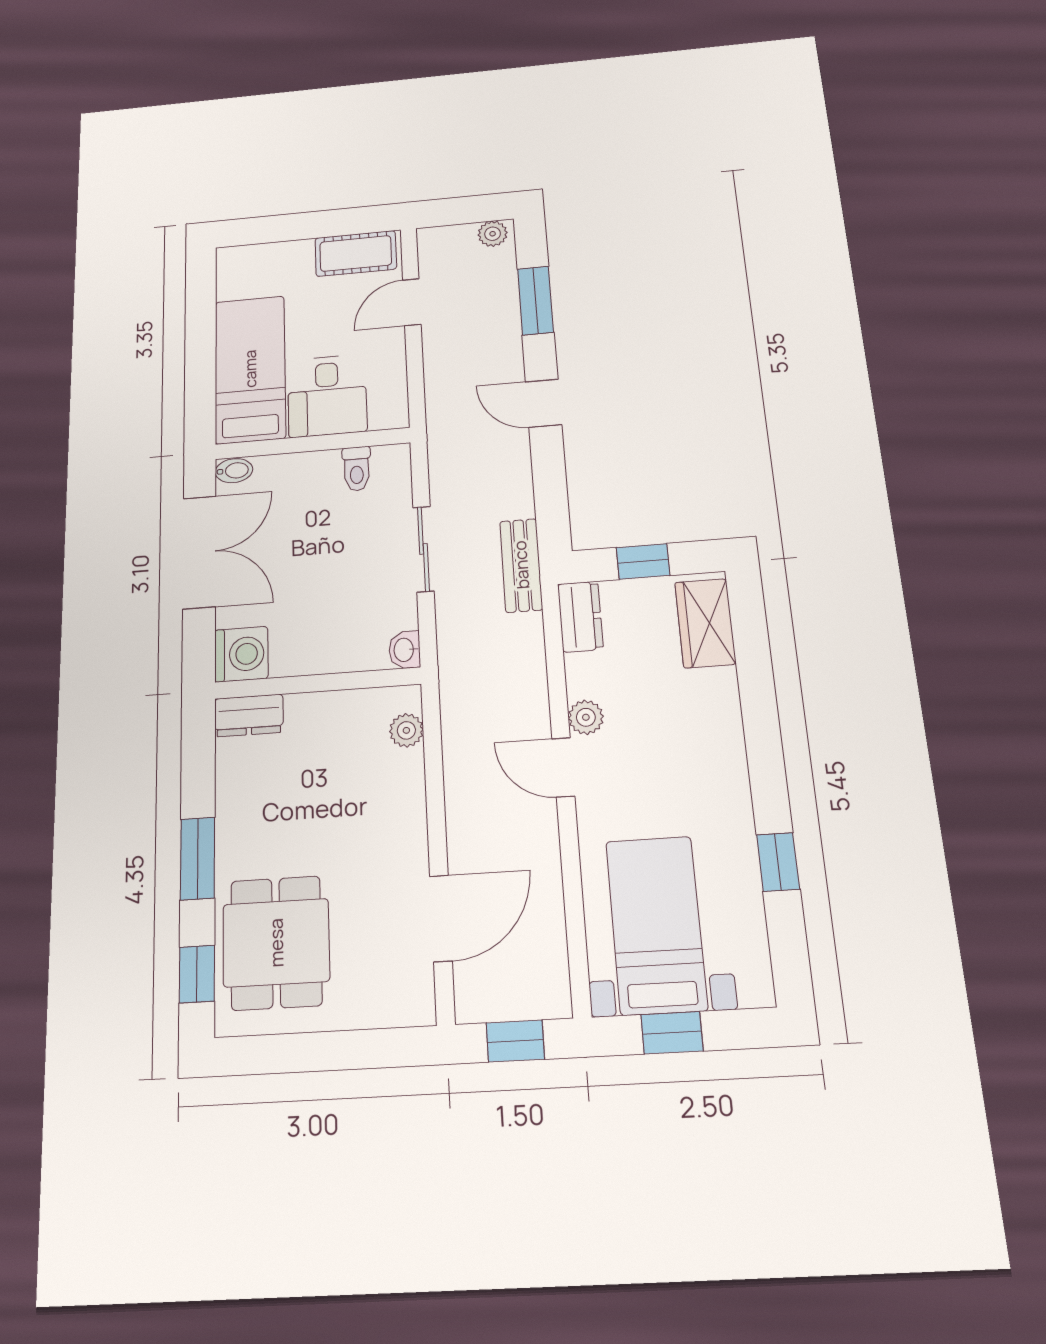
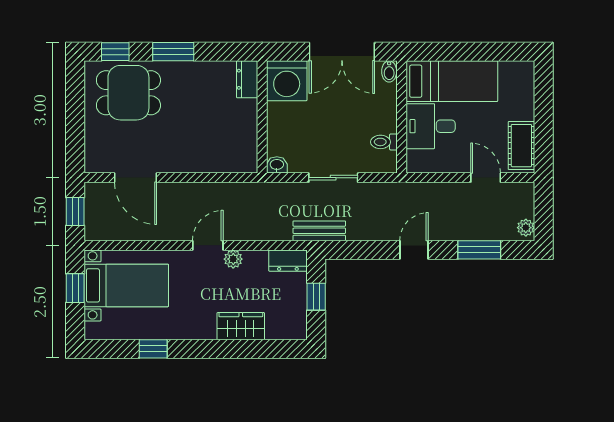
wardrobe: (705, 623) -> (241, 326), moved
washing machine: (241, 654) -> (287, 81), width x1.37, depth x1.37
plant: (406, 730) -> (233, 164), removed

